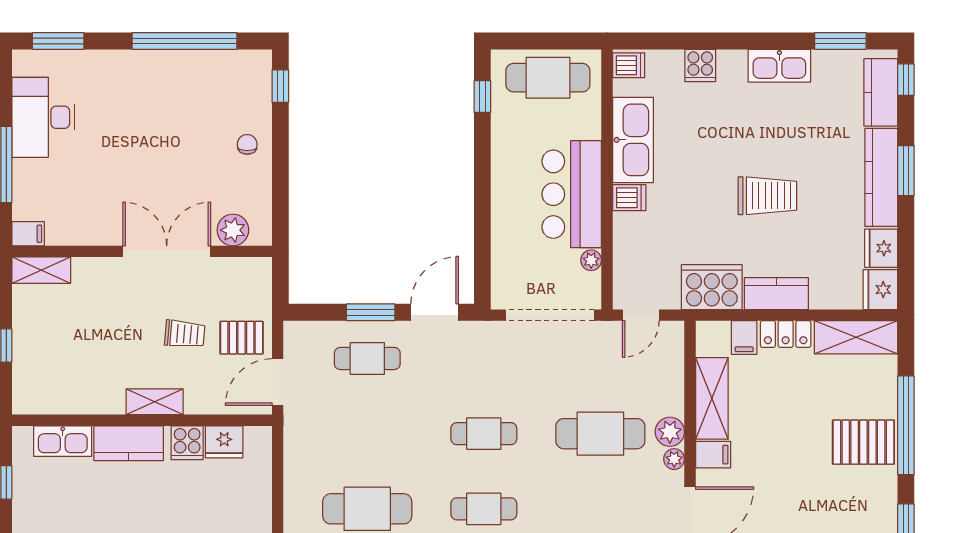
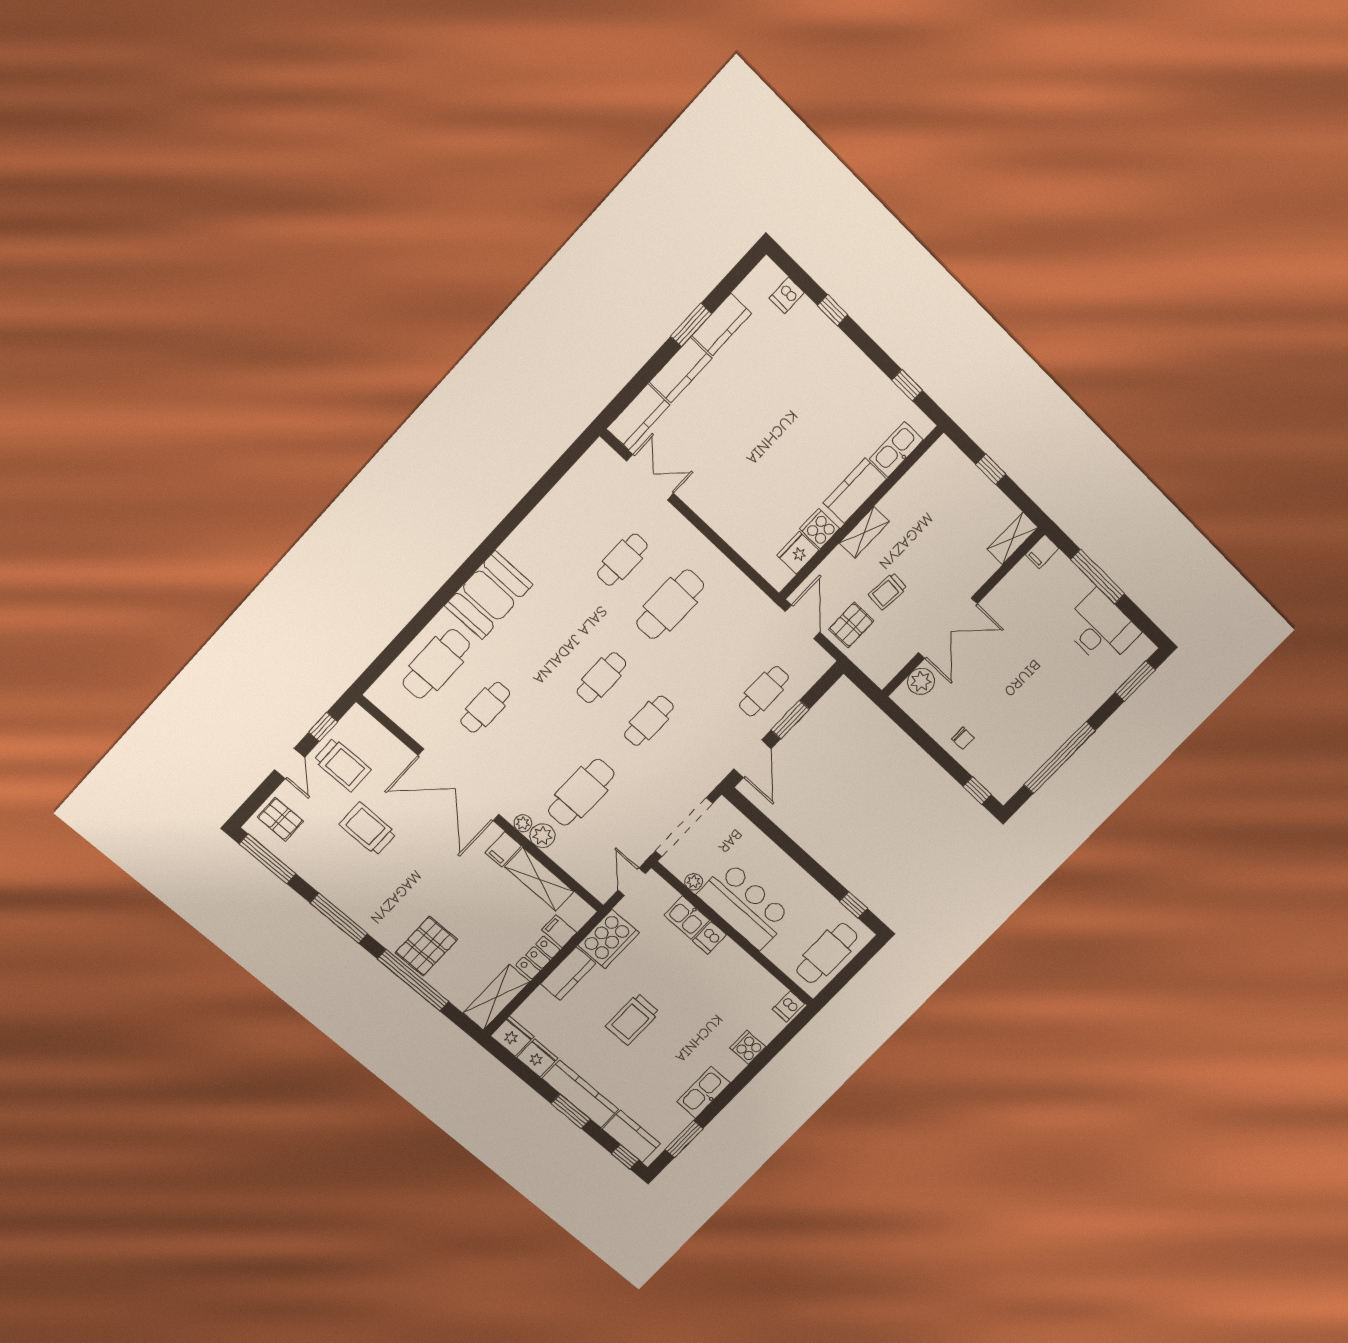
kitchen sink: (633, 140) -> (687, 917), moved, width x0.53, depth x0.81

